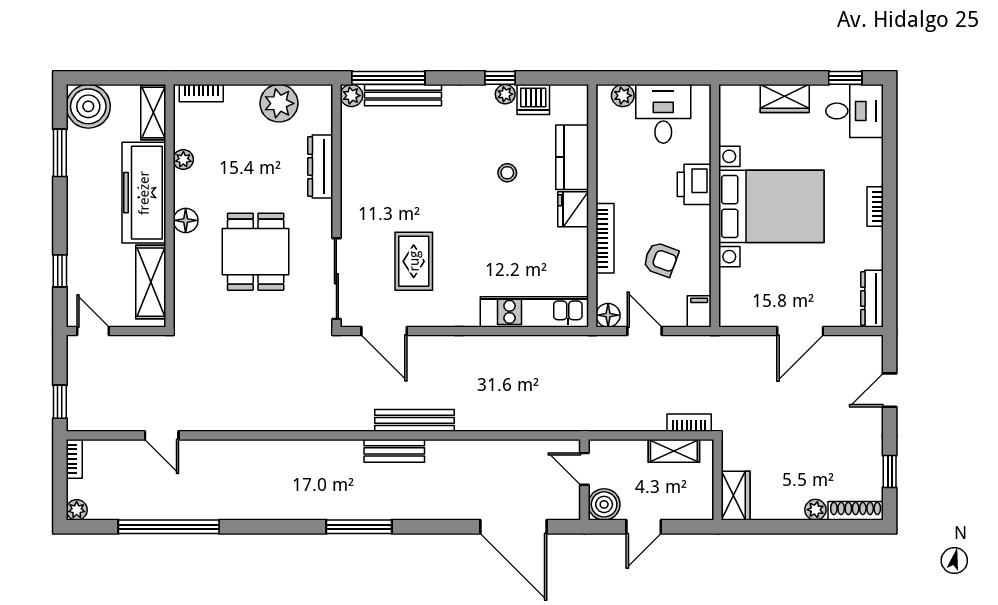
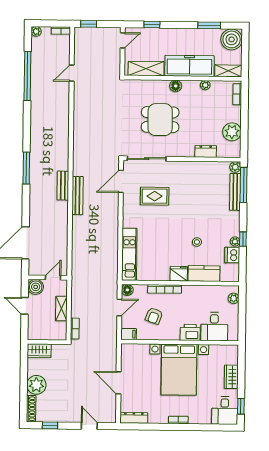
desk: (663, 114) -> (214, 327), moved, turned 90
dresser: (320, 167) -> (206, 151), width x0.70
shelving: (674, 451) -> (61, 309), moved
plant: (815, 510) -> (36, 385), width x1.87, depth x1.87

